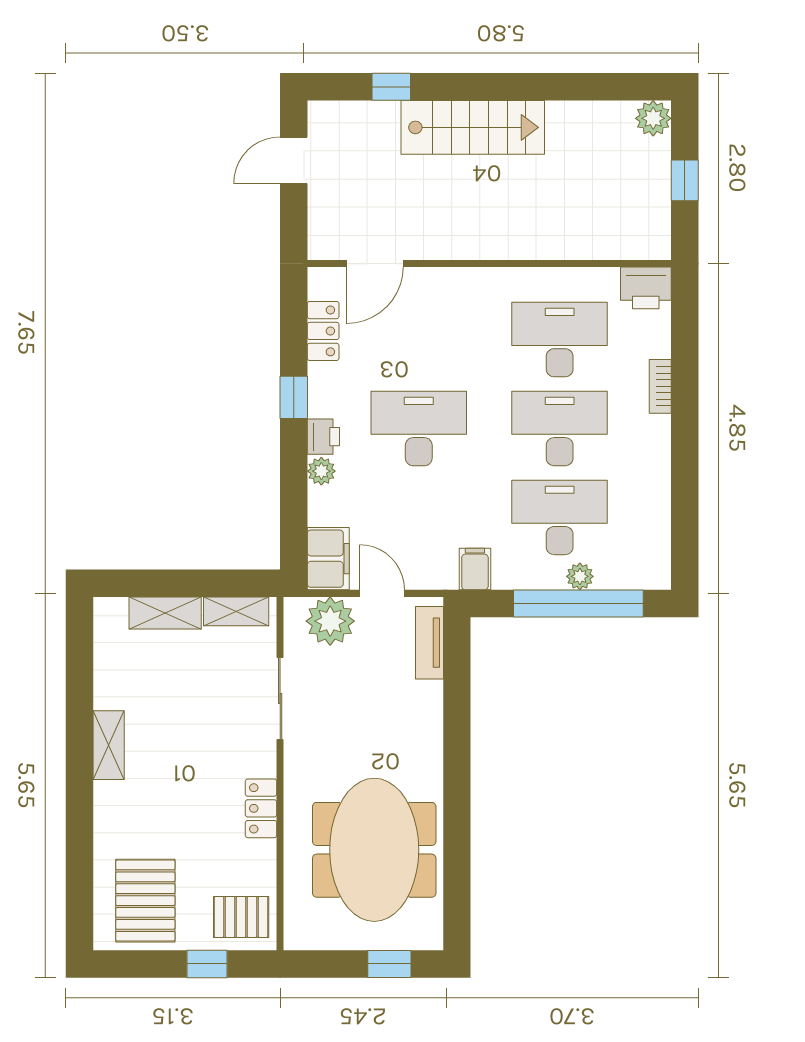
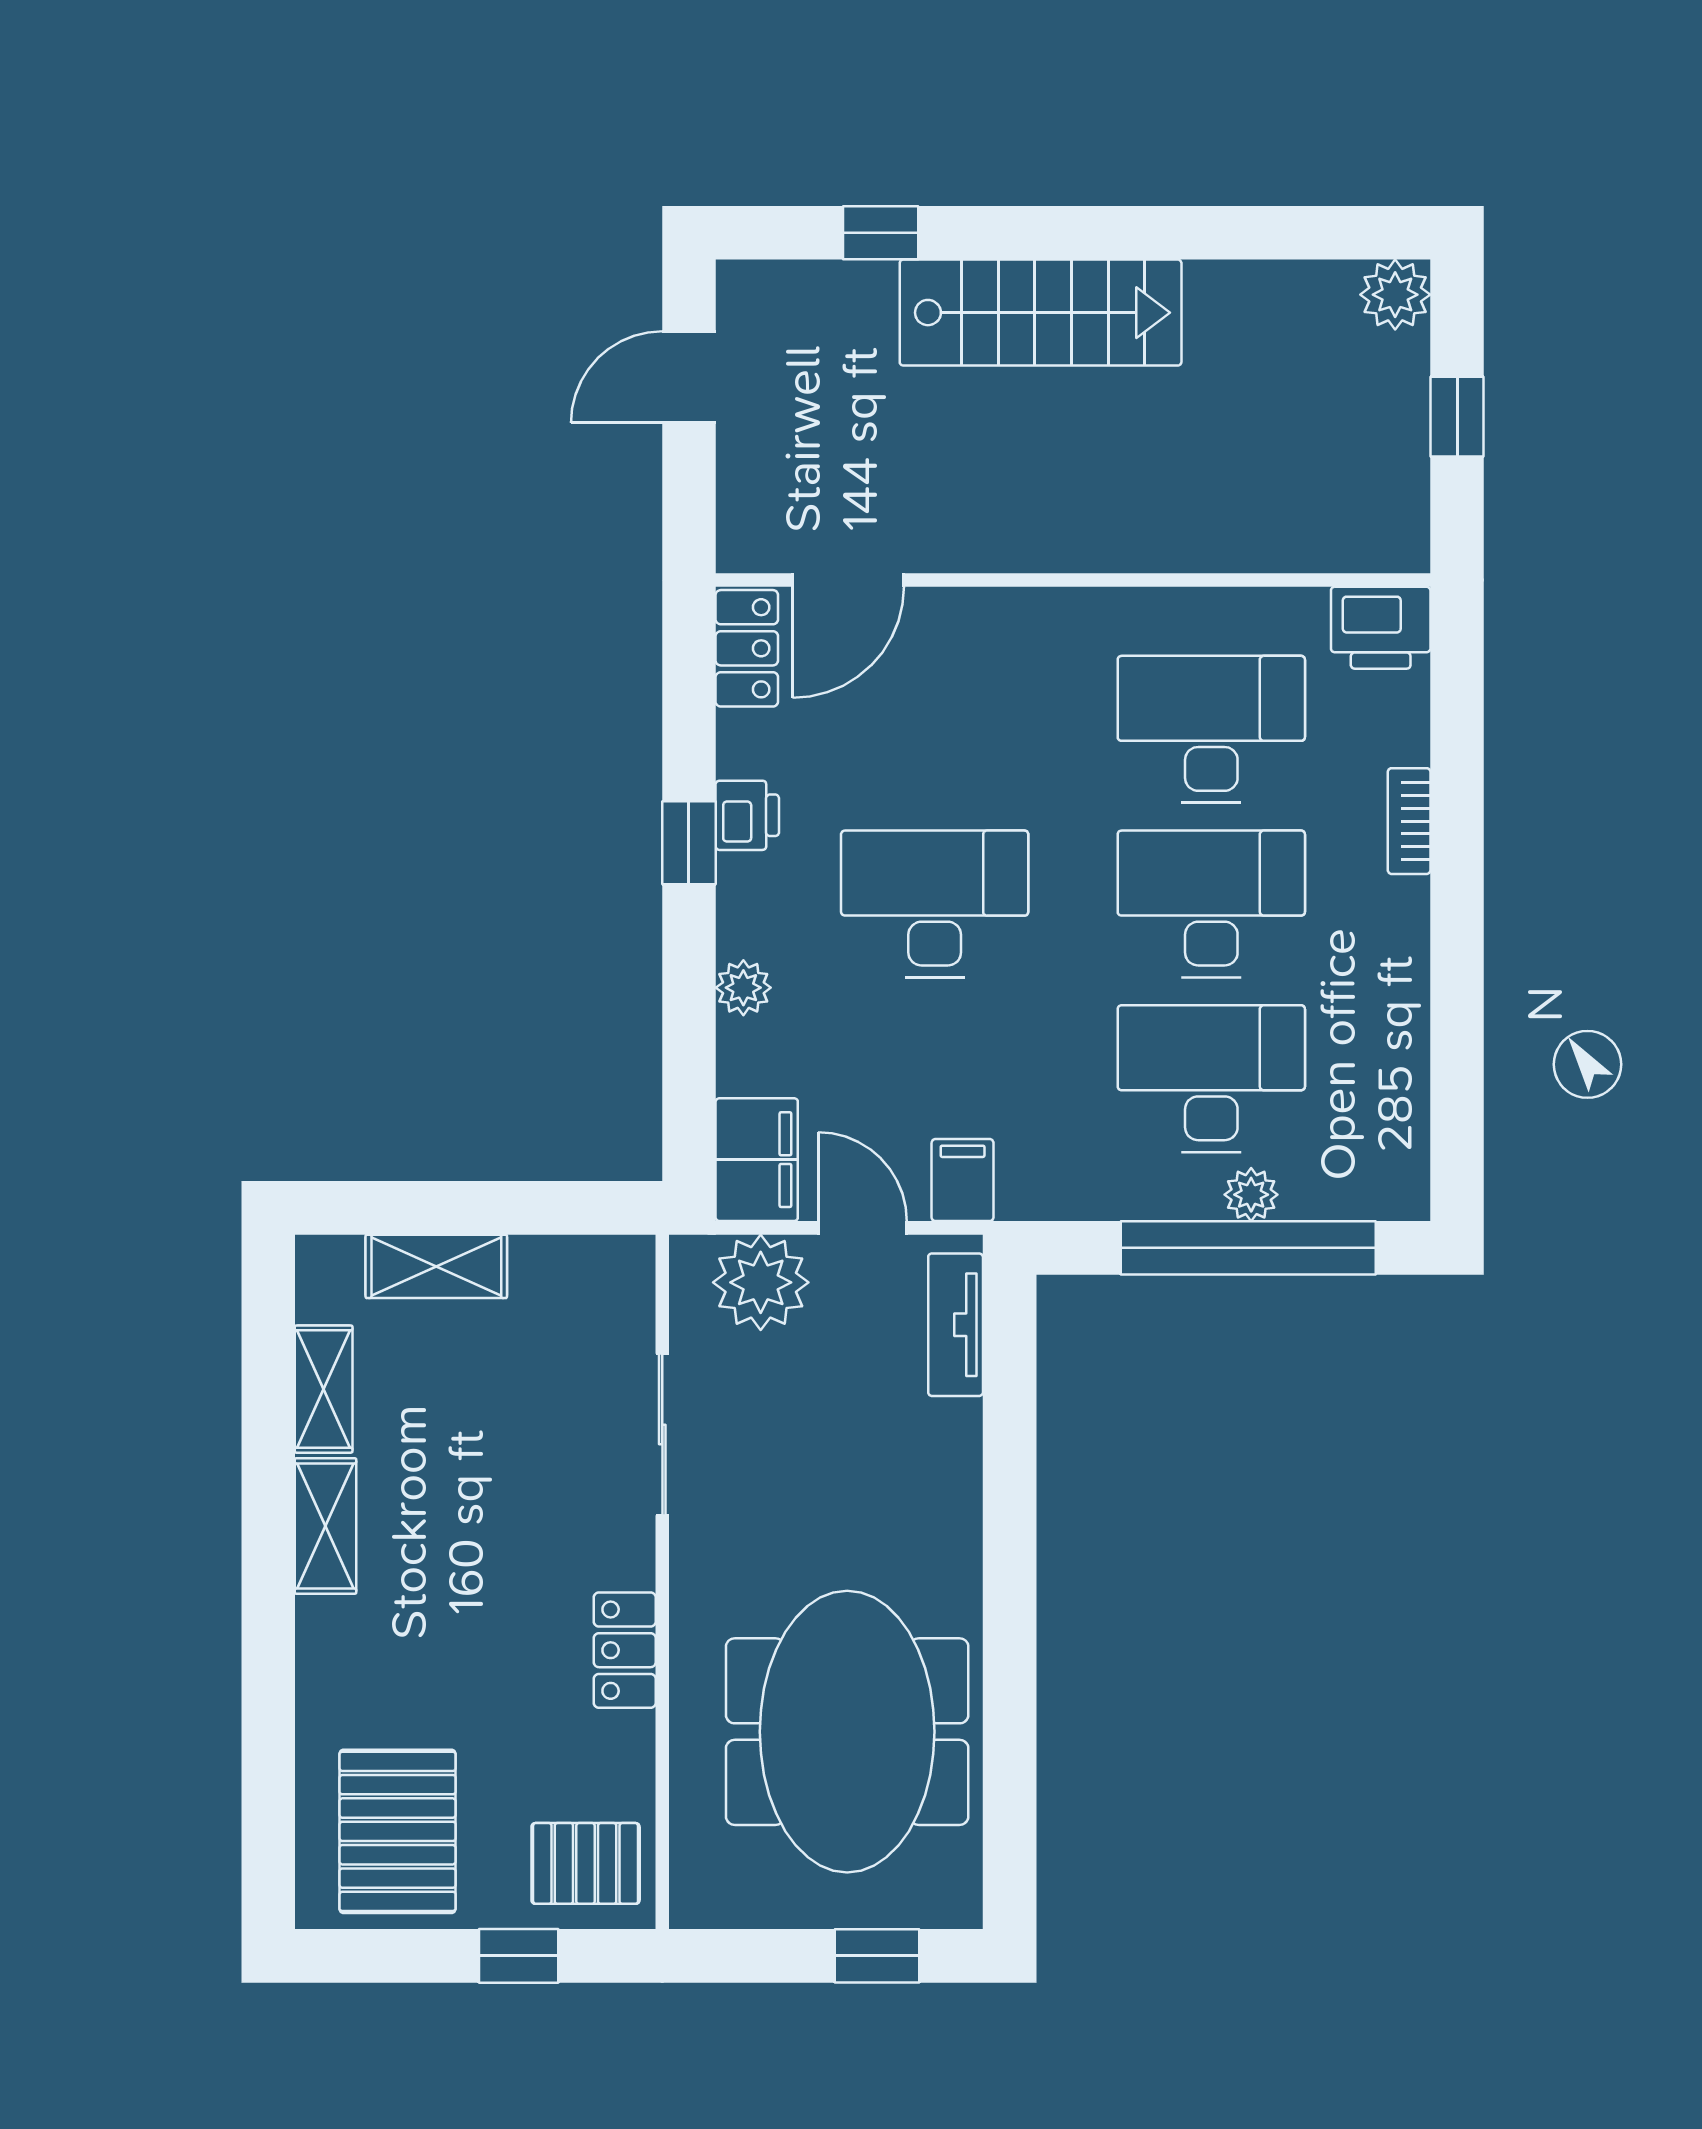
locker: (323, 331) -> (747, 648), moved
printer: (323, 437) -> (747, 815), moved
filing cabinet: (475, 569) -> (963, 1180), moved
shelving: (236, 611) -> (324, 1389), moved, turned 90

